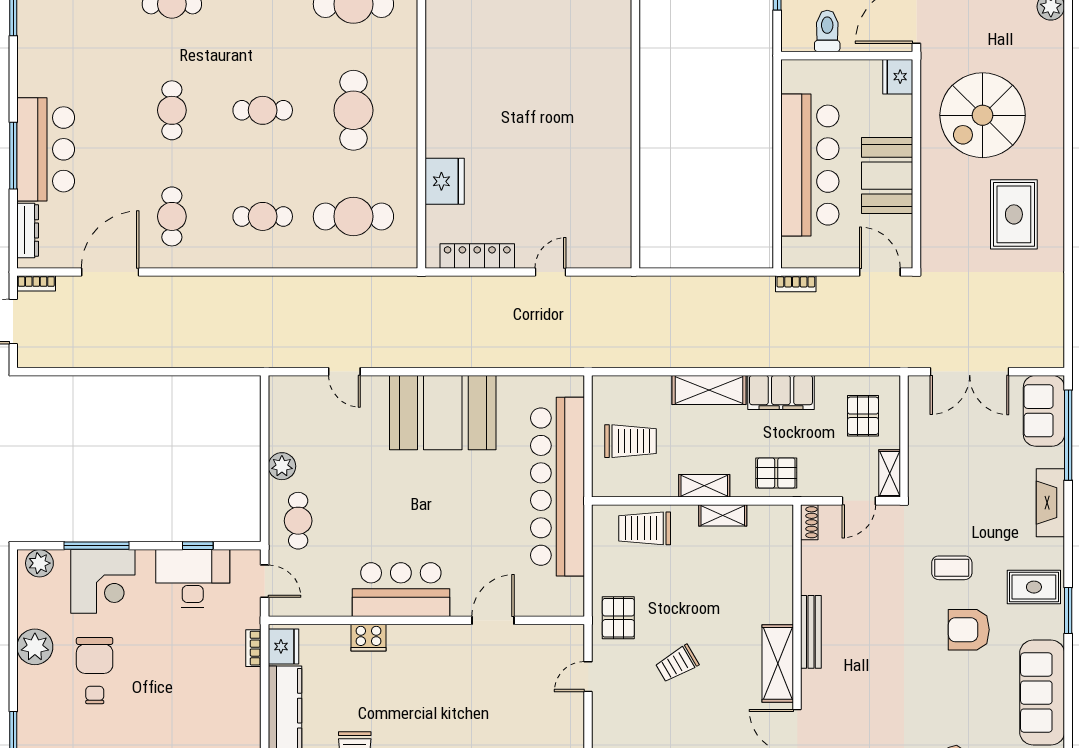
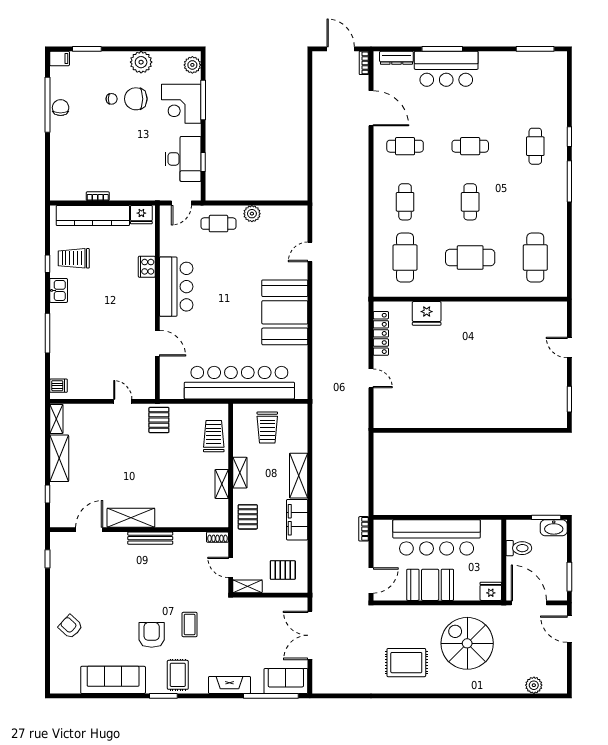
pallet: (618, 618) -> (159, 420), turned 90
bookcase: (253, 648) -> (98, 196), moved
trolley: (677, 664) -> (131, 456), removed

